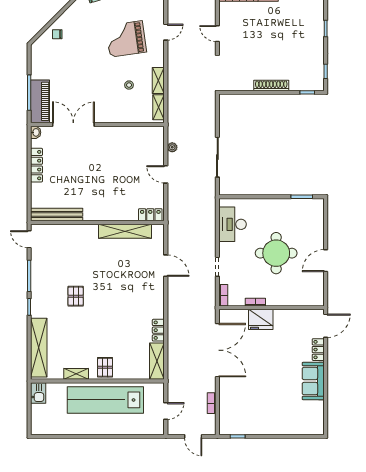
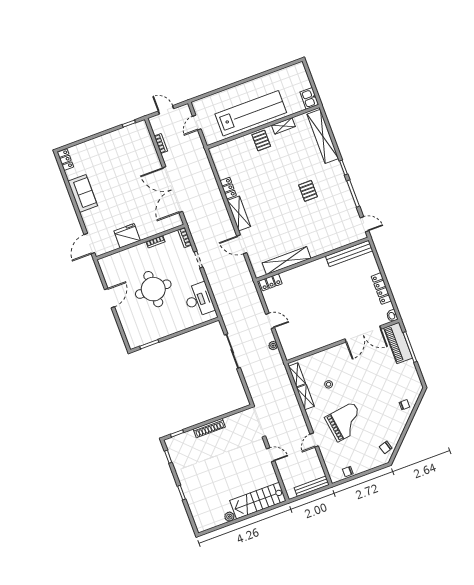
fridge: (261, 319) -> (127, 236), moved
locker: (318, 350) -> (65, 160), moved
shelving: (157, 361) -> (239, 214), moved

